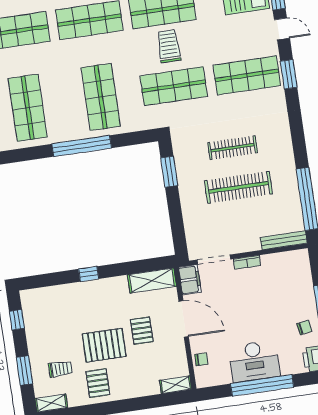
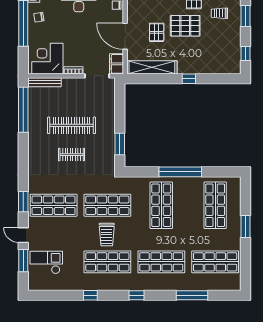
clothes rail: (233, 148) -> (72, 155), width x0.73
corner desk: (285, 273) -> (47, 59), added
shelving: (152, 281) -> (152, 67), width x1.47

